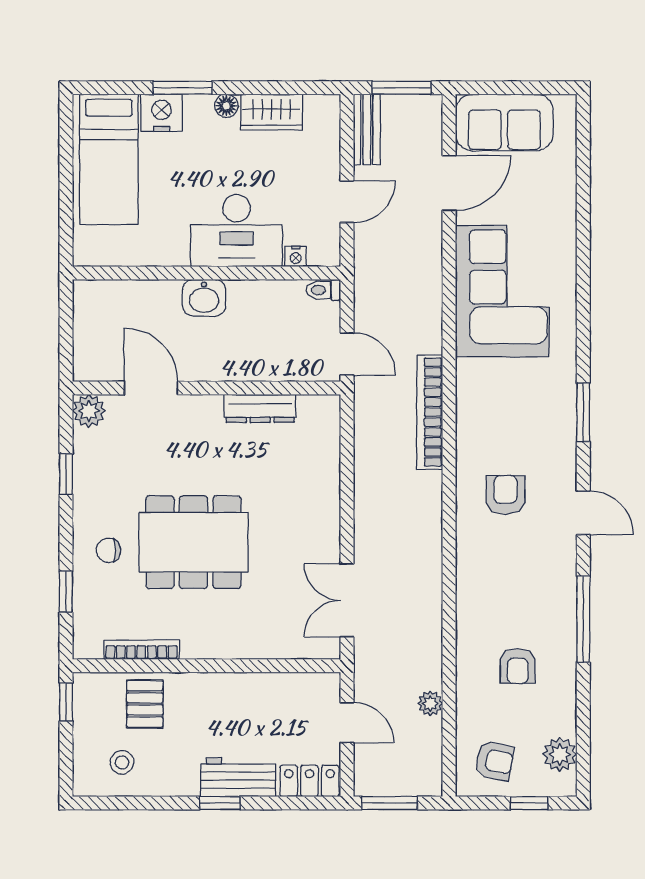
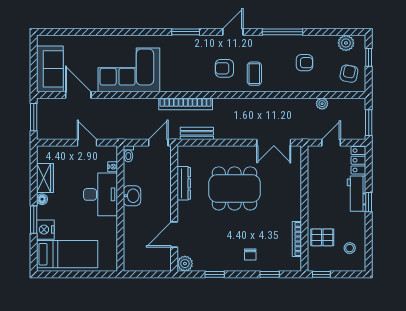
bench: (367, 129) -> (197, 133), moved
washbasin: (204, 298) -> (132, 196), moved
dining table: (194, 542) -> (234, 188), moved, turned 90
coffee table: (494, 559) -> (254, 74), added

